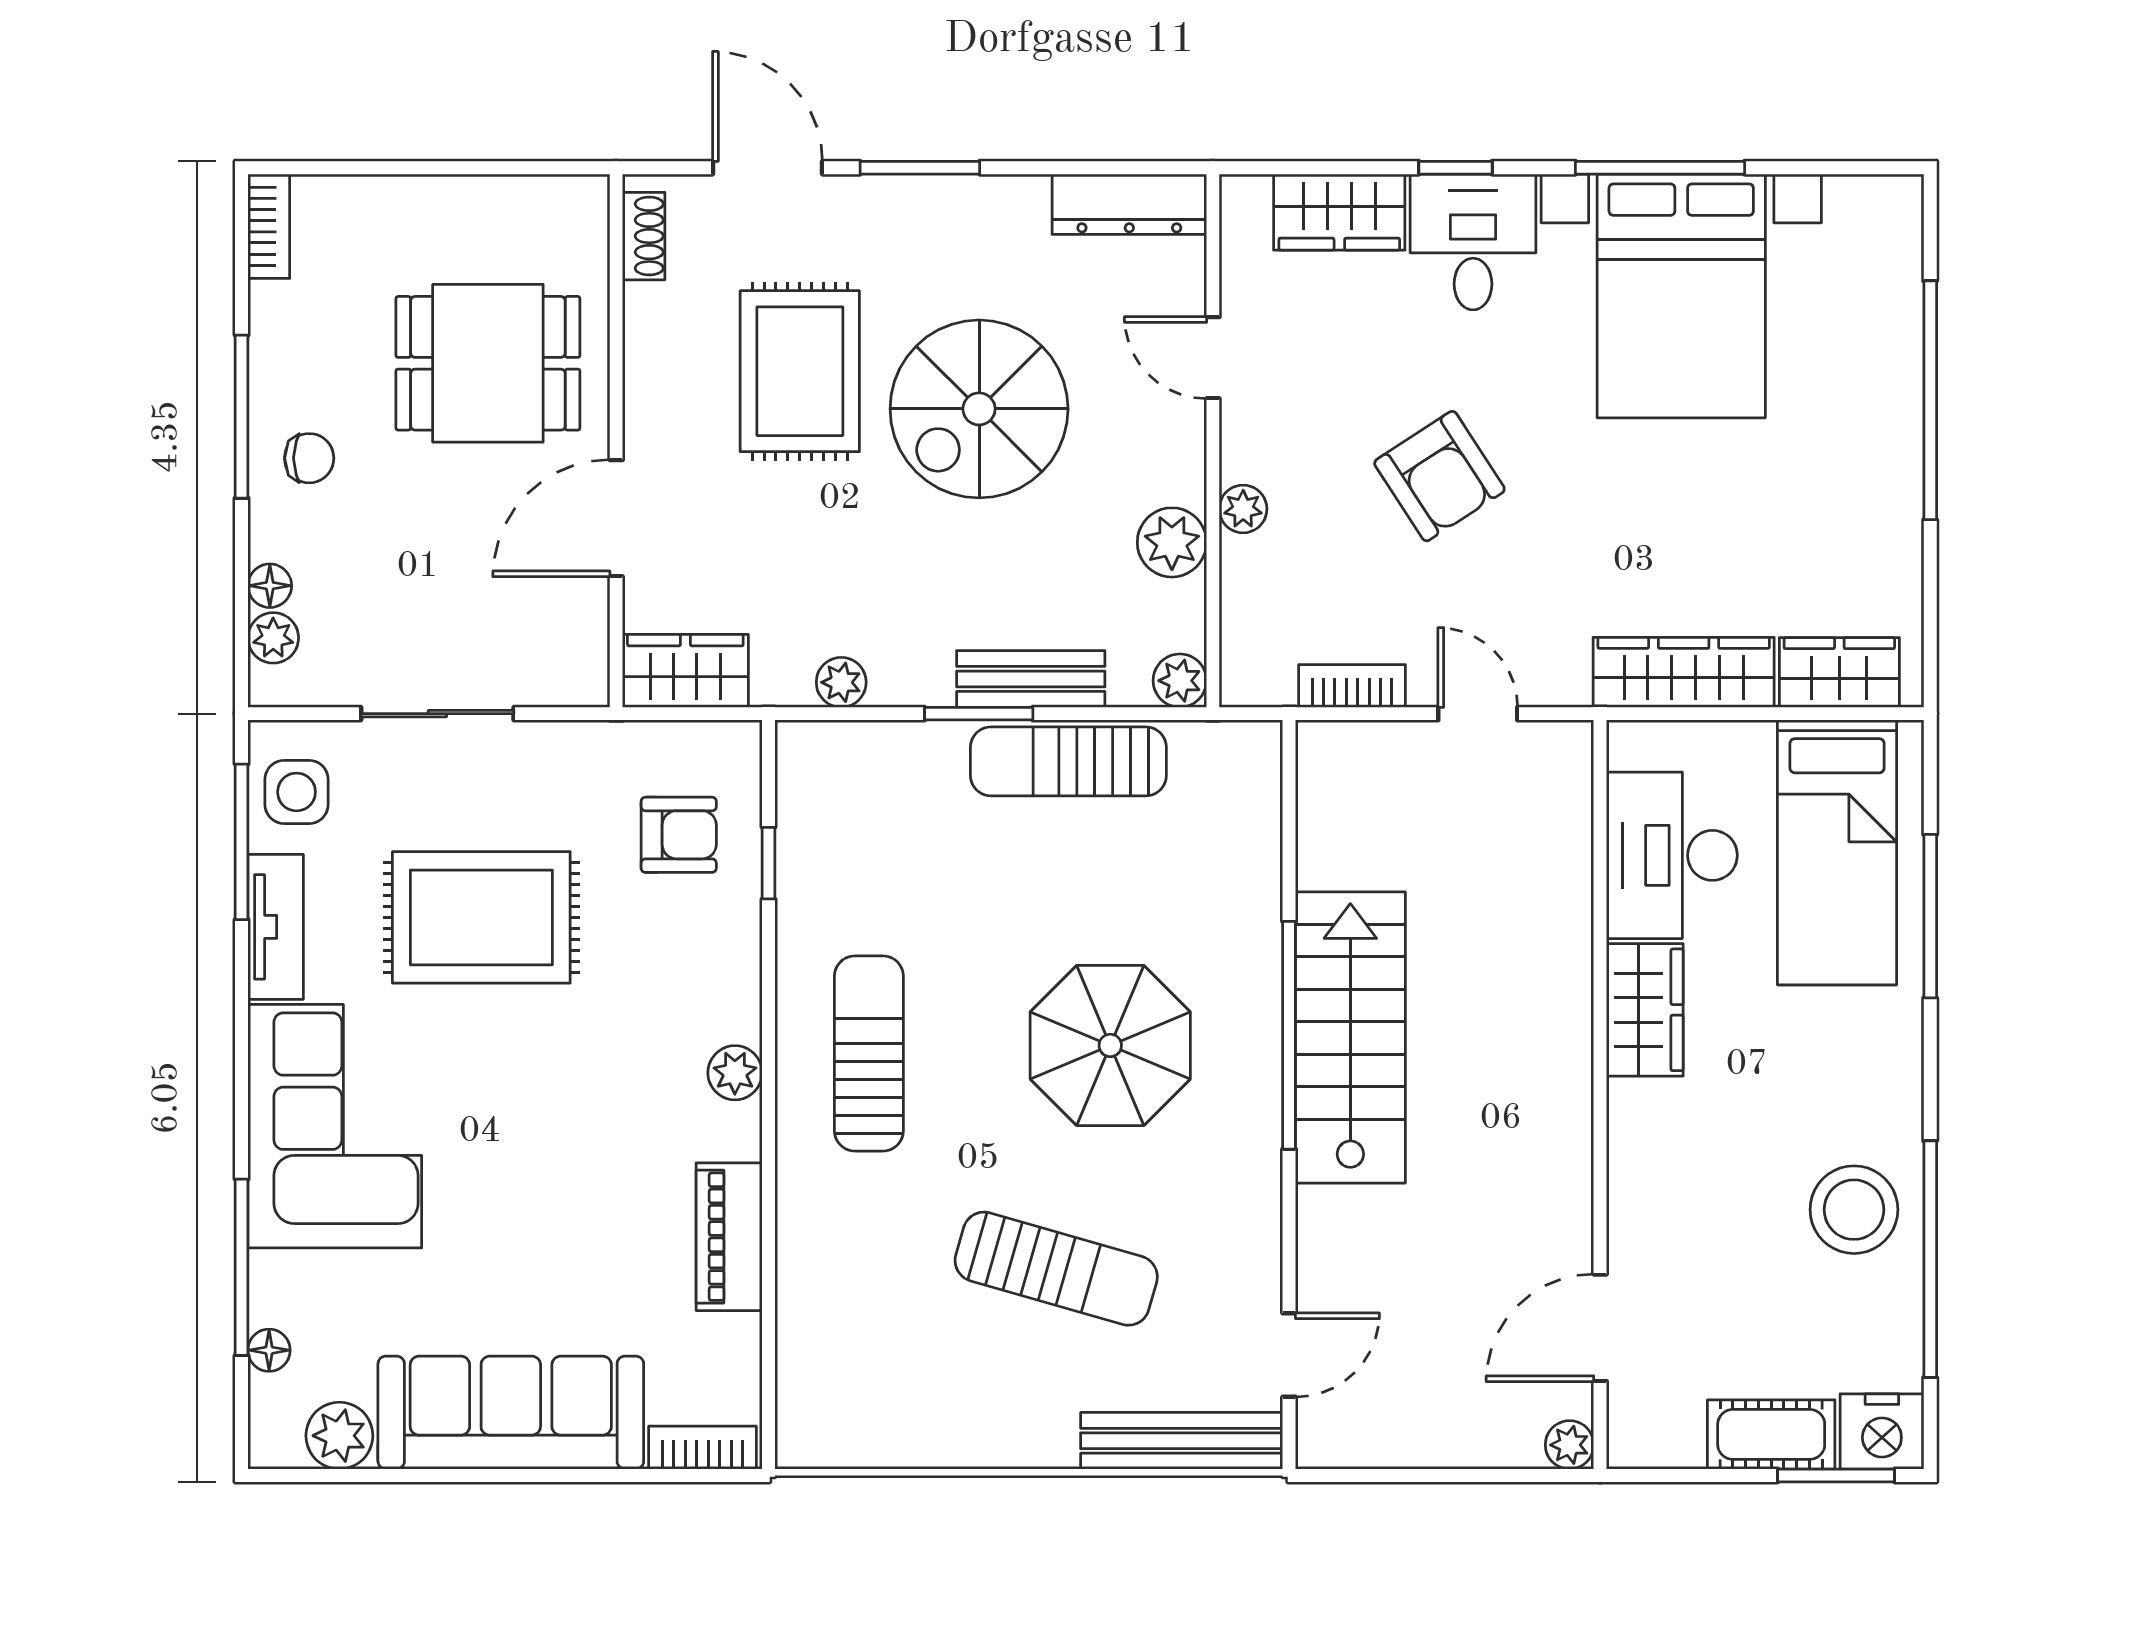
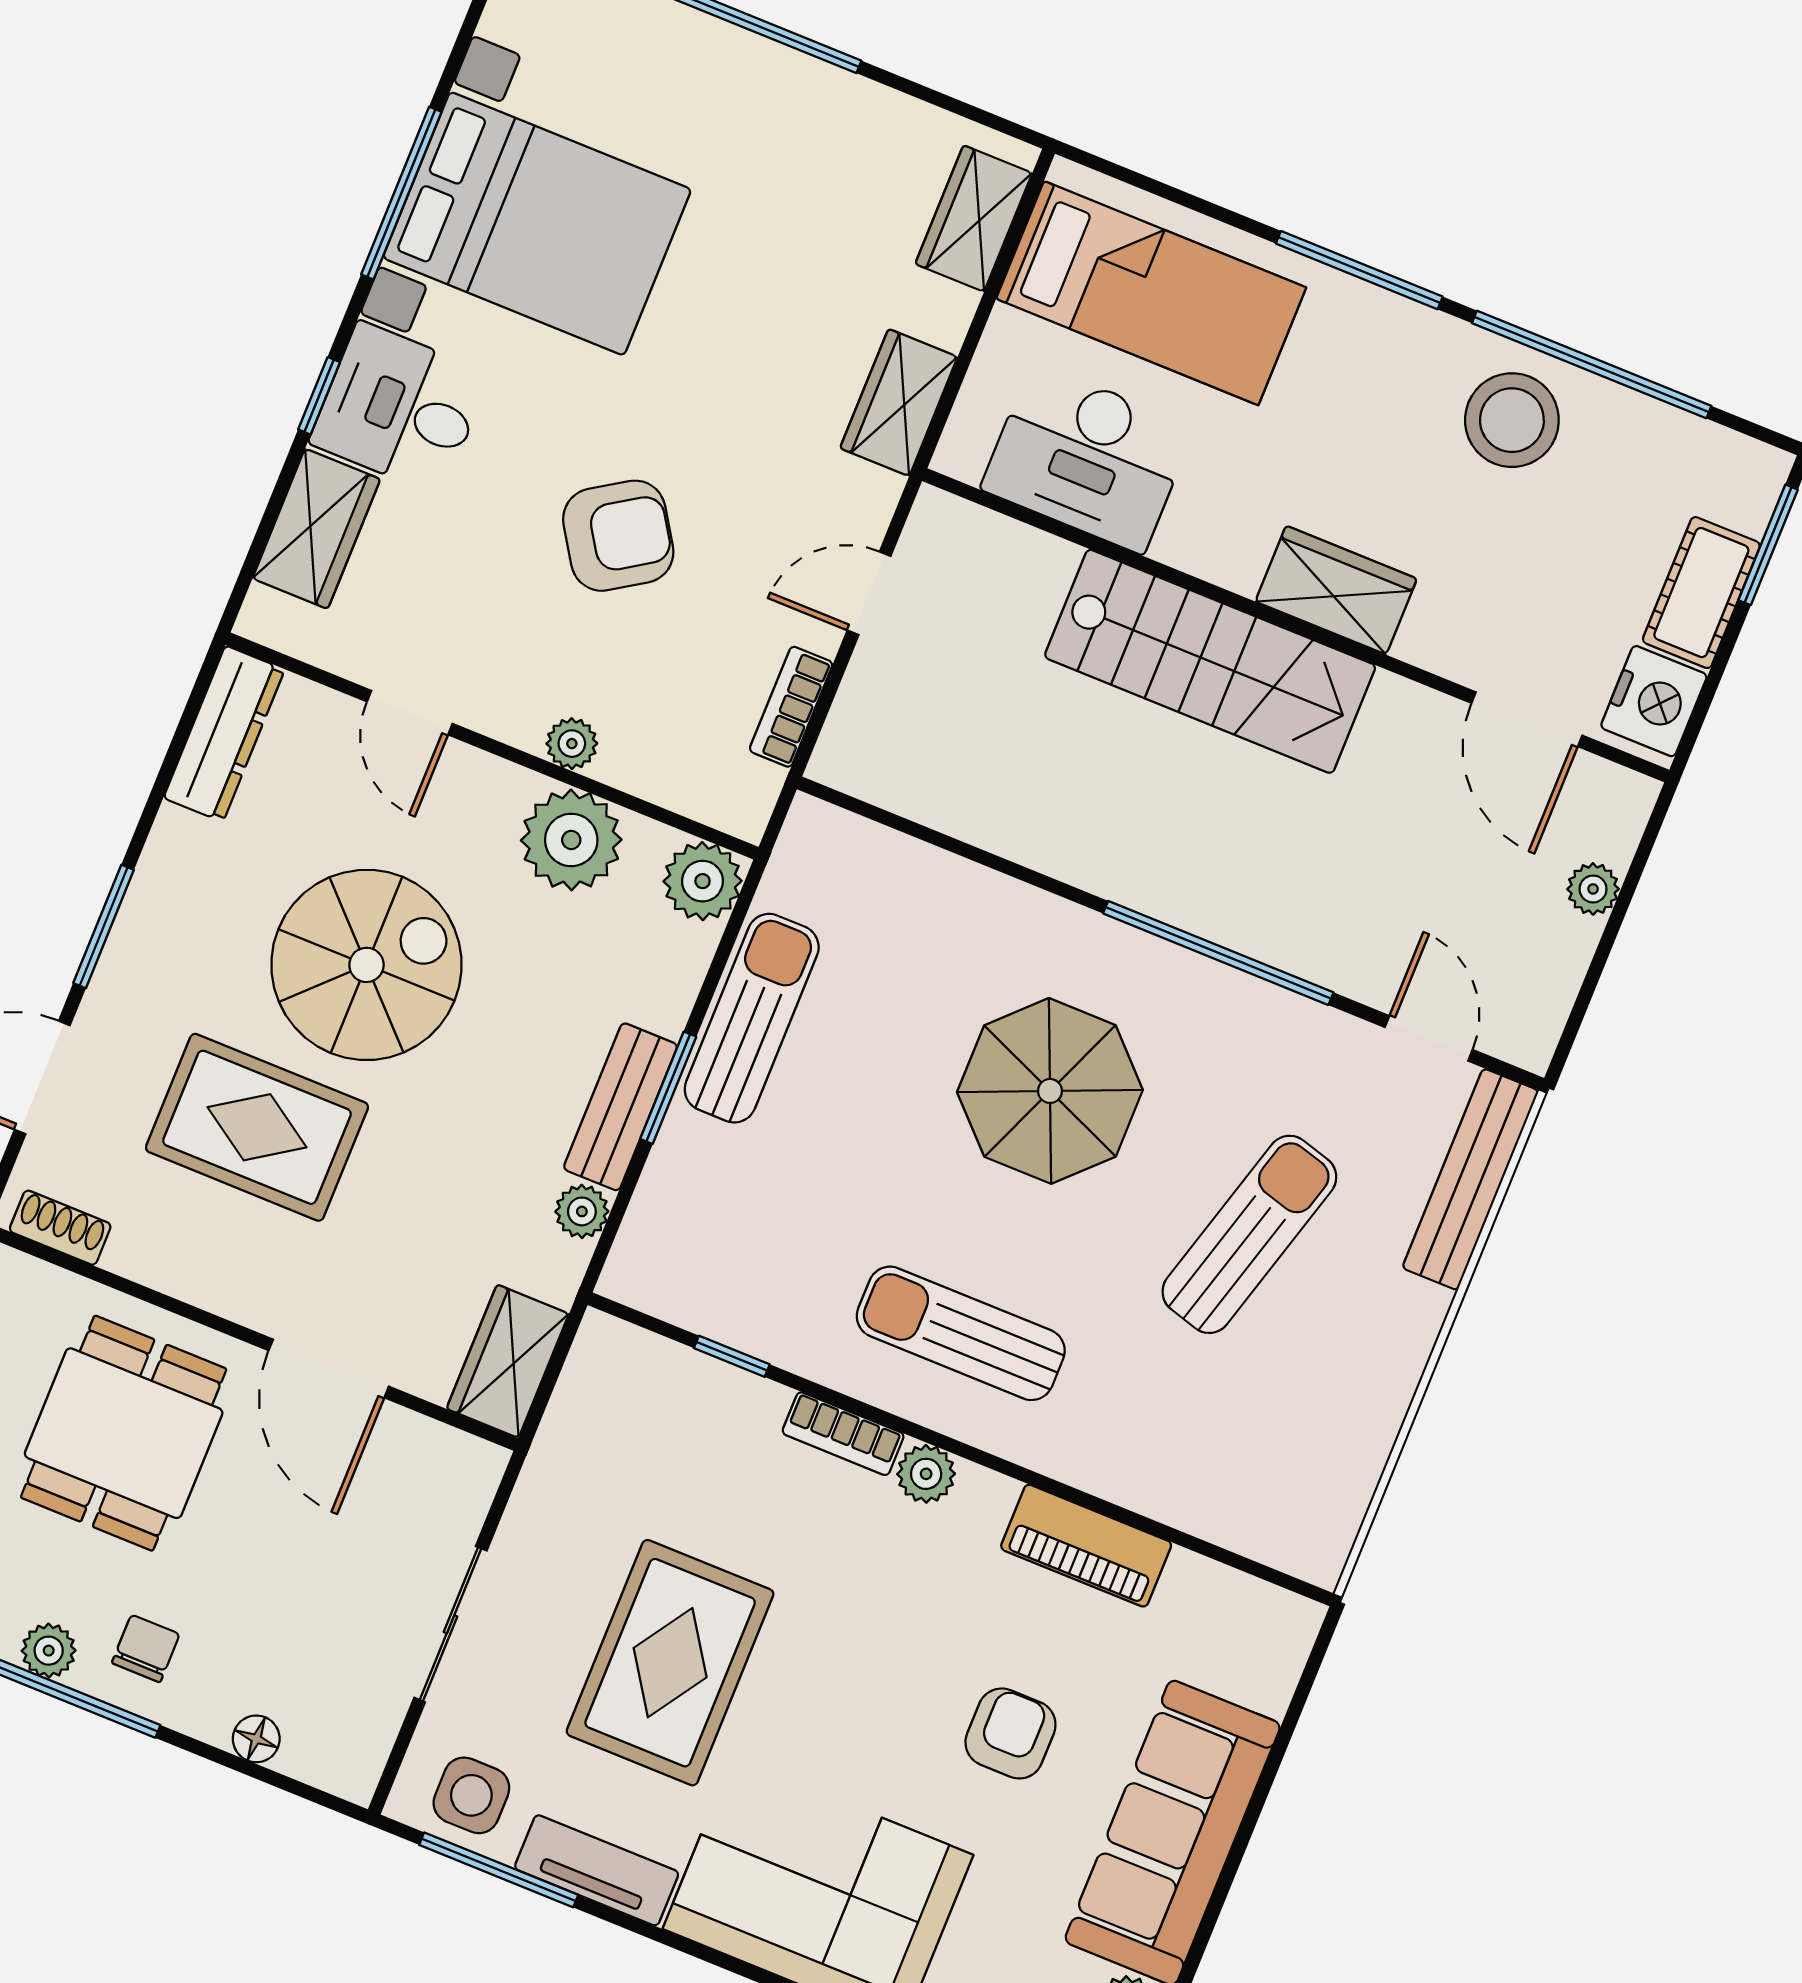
door: (1213, 358) -> (410, 713), hinge flipped
spiral stairs: (979, 409) -> (366, 965), turned -90
plant: (1172, 542) -> (571, 840), width x1.36, depth x1.36
plant: (273, 638) -> (49, 1651), moved
wardrobe: (1684, 672) -> (899, 403), width x0.67
bench: (1031, 679) -> (621, 1107), moved
plant: (1180, 681) -> (703, 881), width x1.38, depth x1.38
sun lounger: (1068, 761) -> (752, 1018), turned 180
armchair: (679, 835) -> (1010, 1733), moved
window: (1930, 916) -> (1359, 270), moved
wardrobe: (1645, 1010) -> (1336, 590), moved
window: (1289, 1035) -> (1218, 953), moved
stairs: (1350, 1038) -> (1210, 661), moved, turned 180
nightstand: (1882, 1431) -> (1654, 701), moved
plant: (1570, 1445) -> (1593, 889), moved
bookcase: (703, 1448) -> (843, 1434), moved, turned -90

